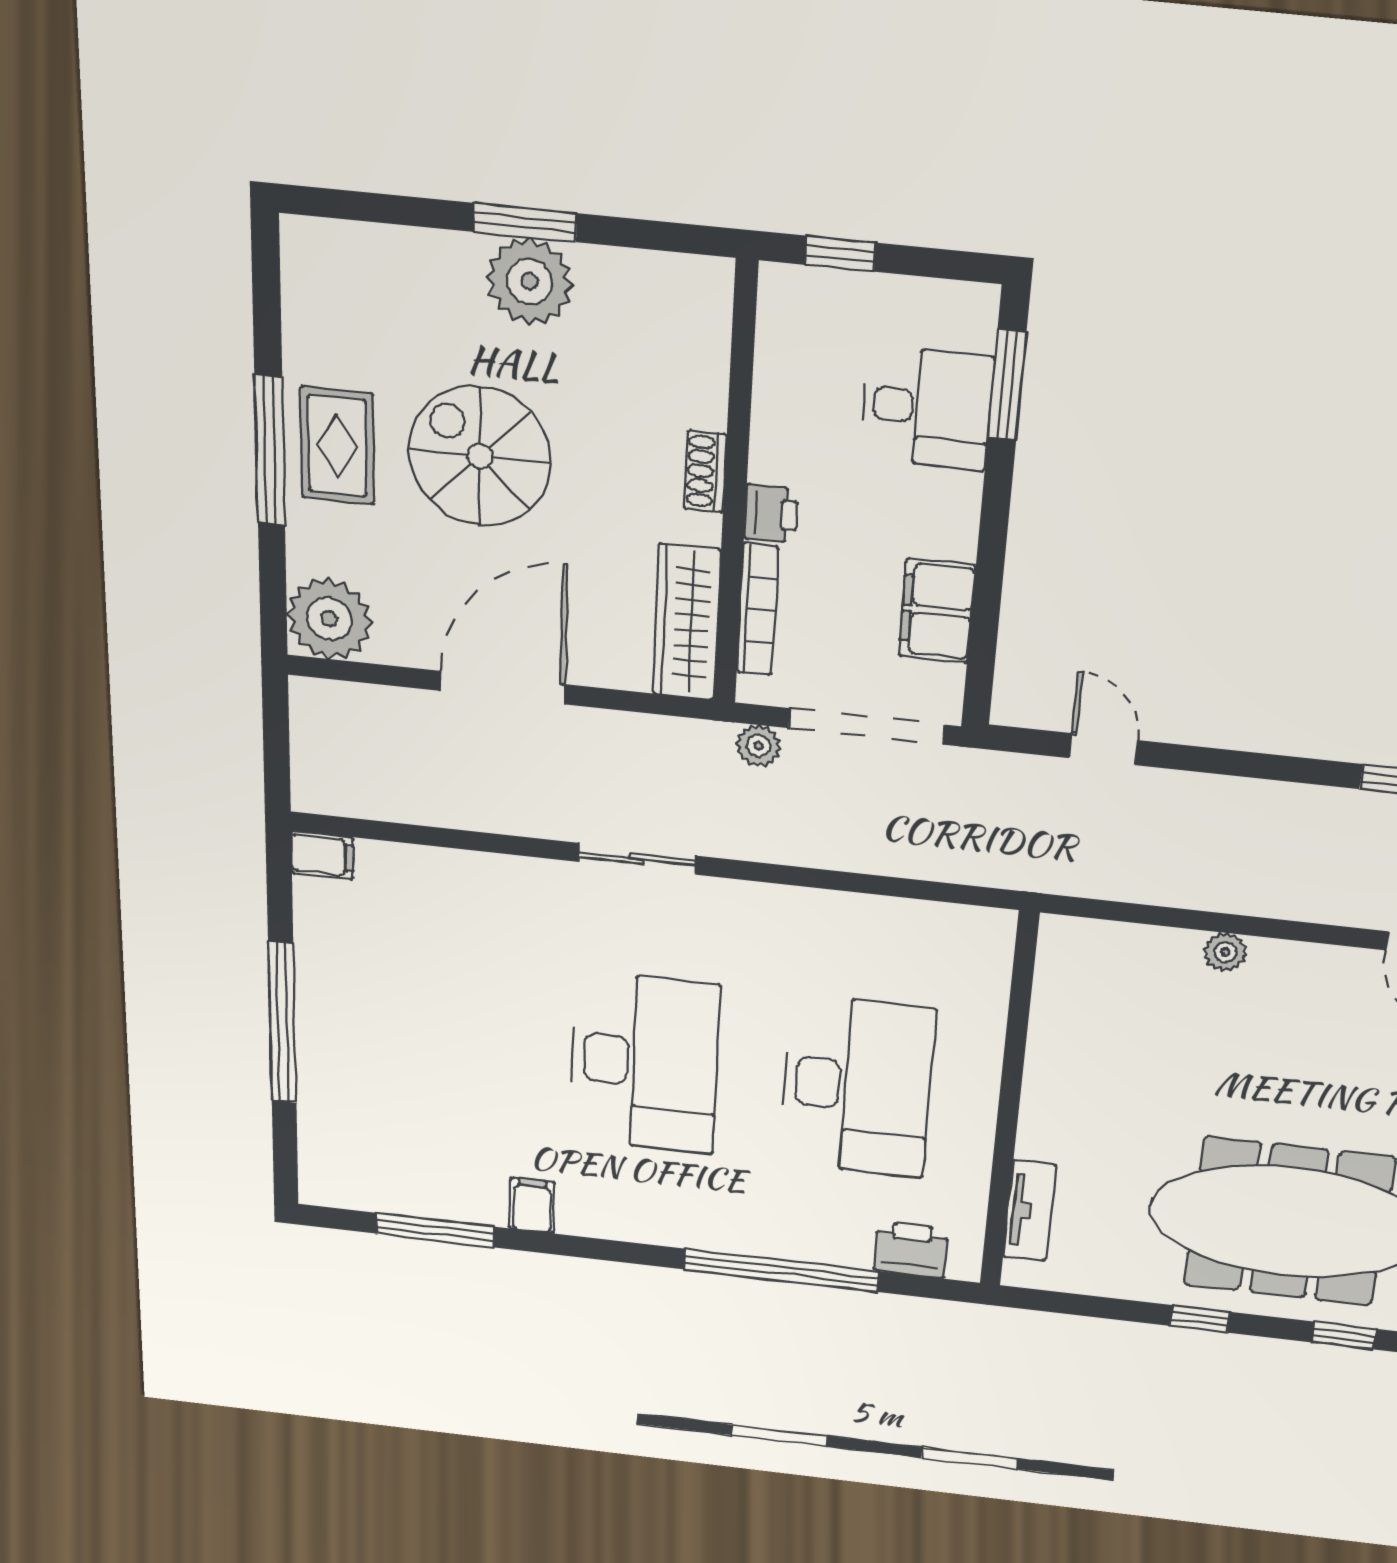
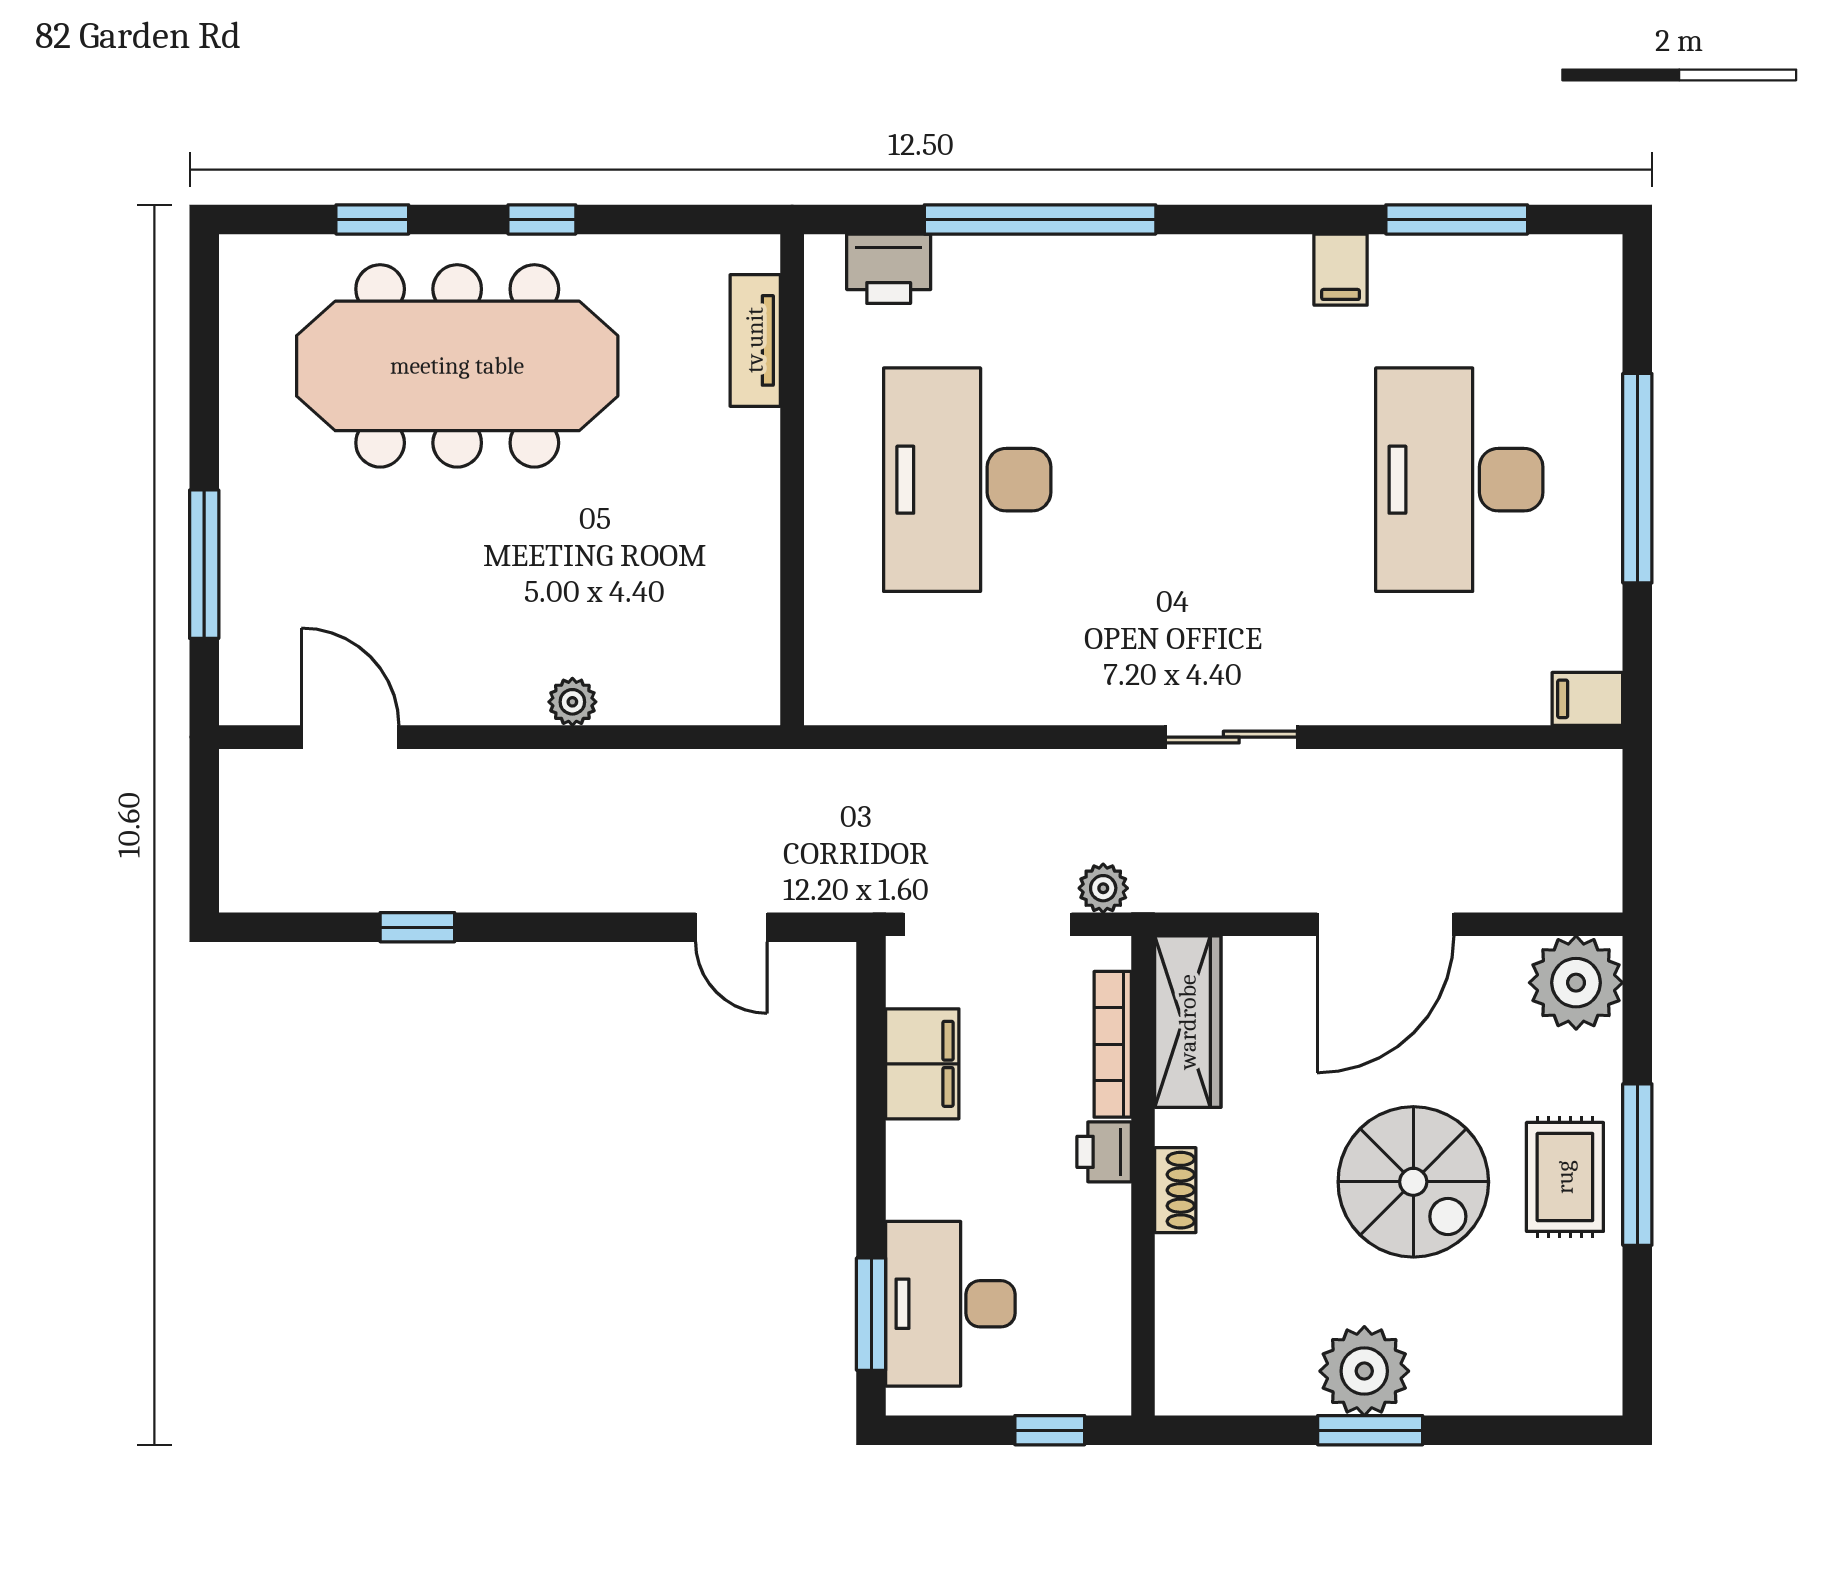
desk: (927, 408) -> (950, 1304), width x1.37
desk: (645, 1063) -> (1459, 480), moved

